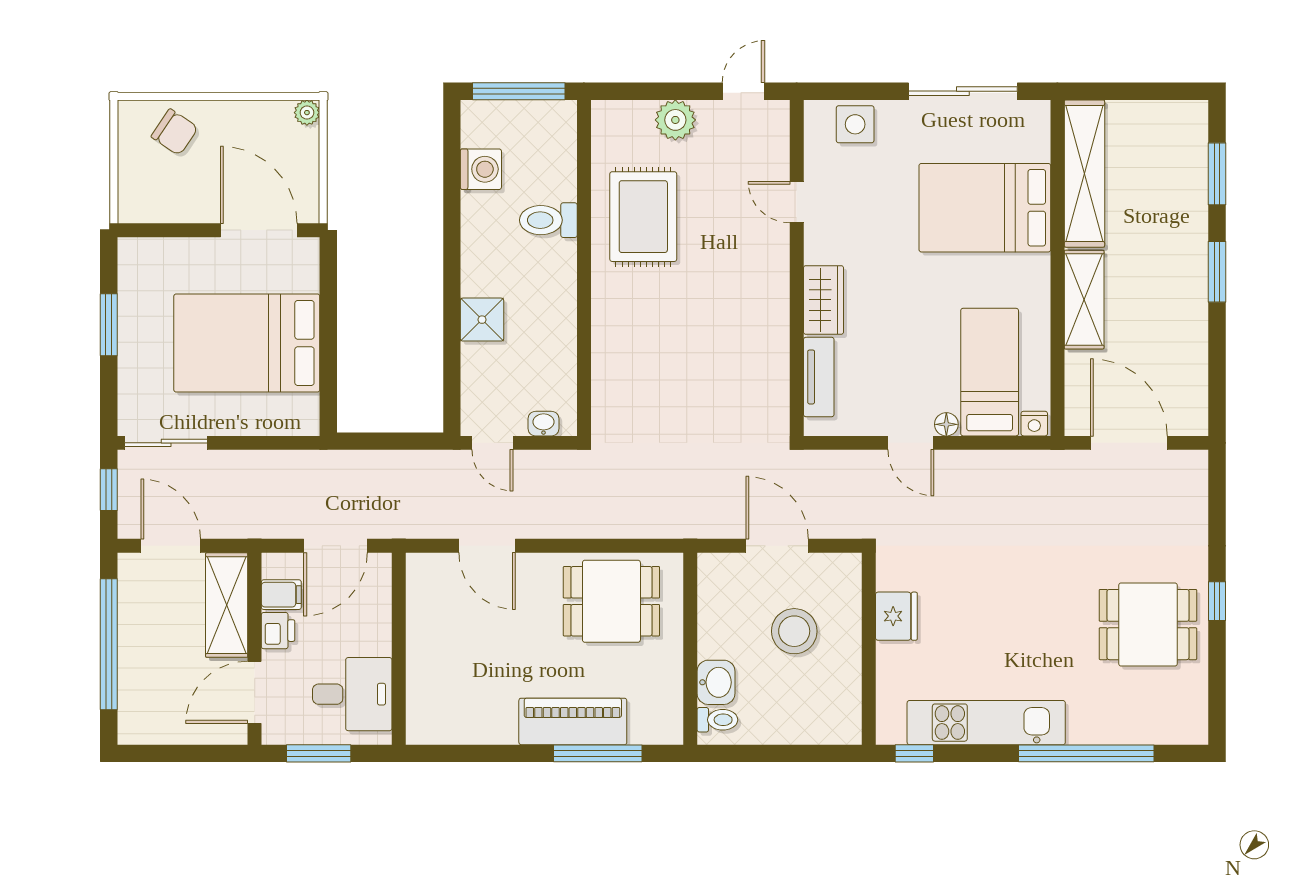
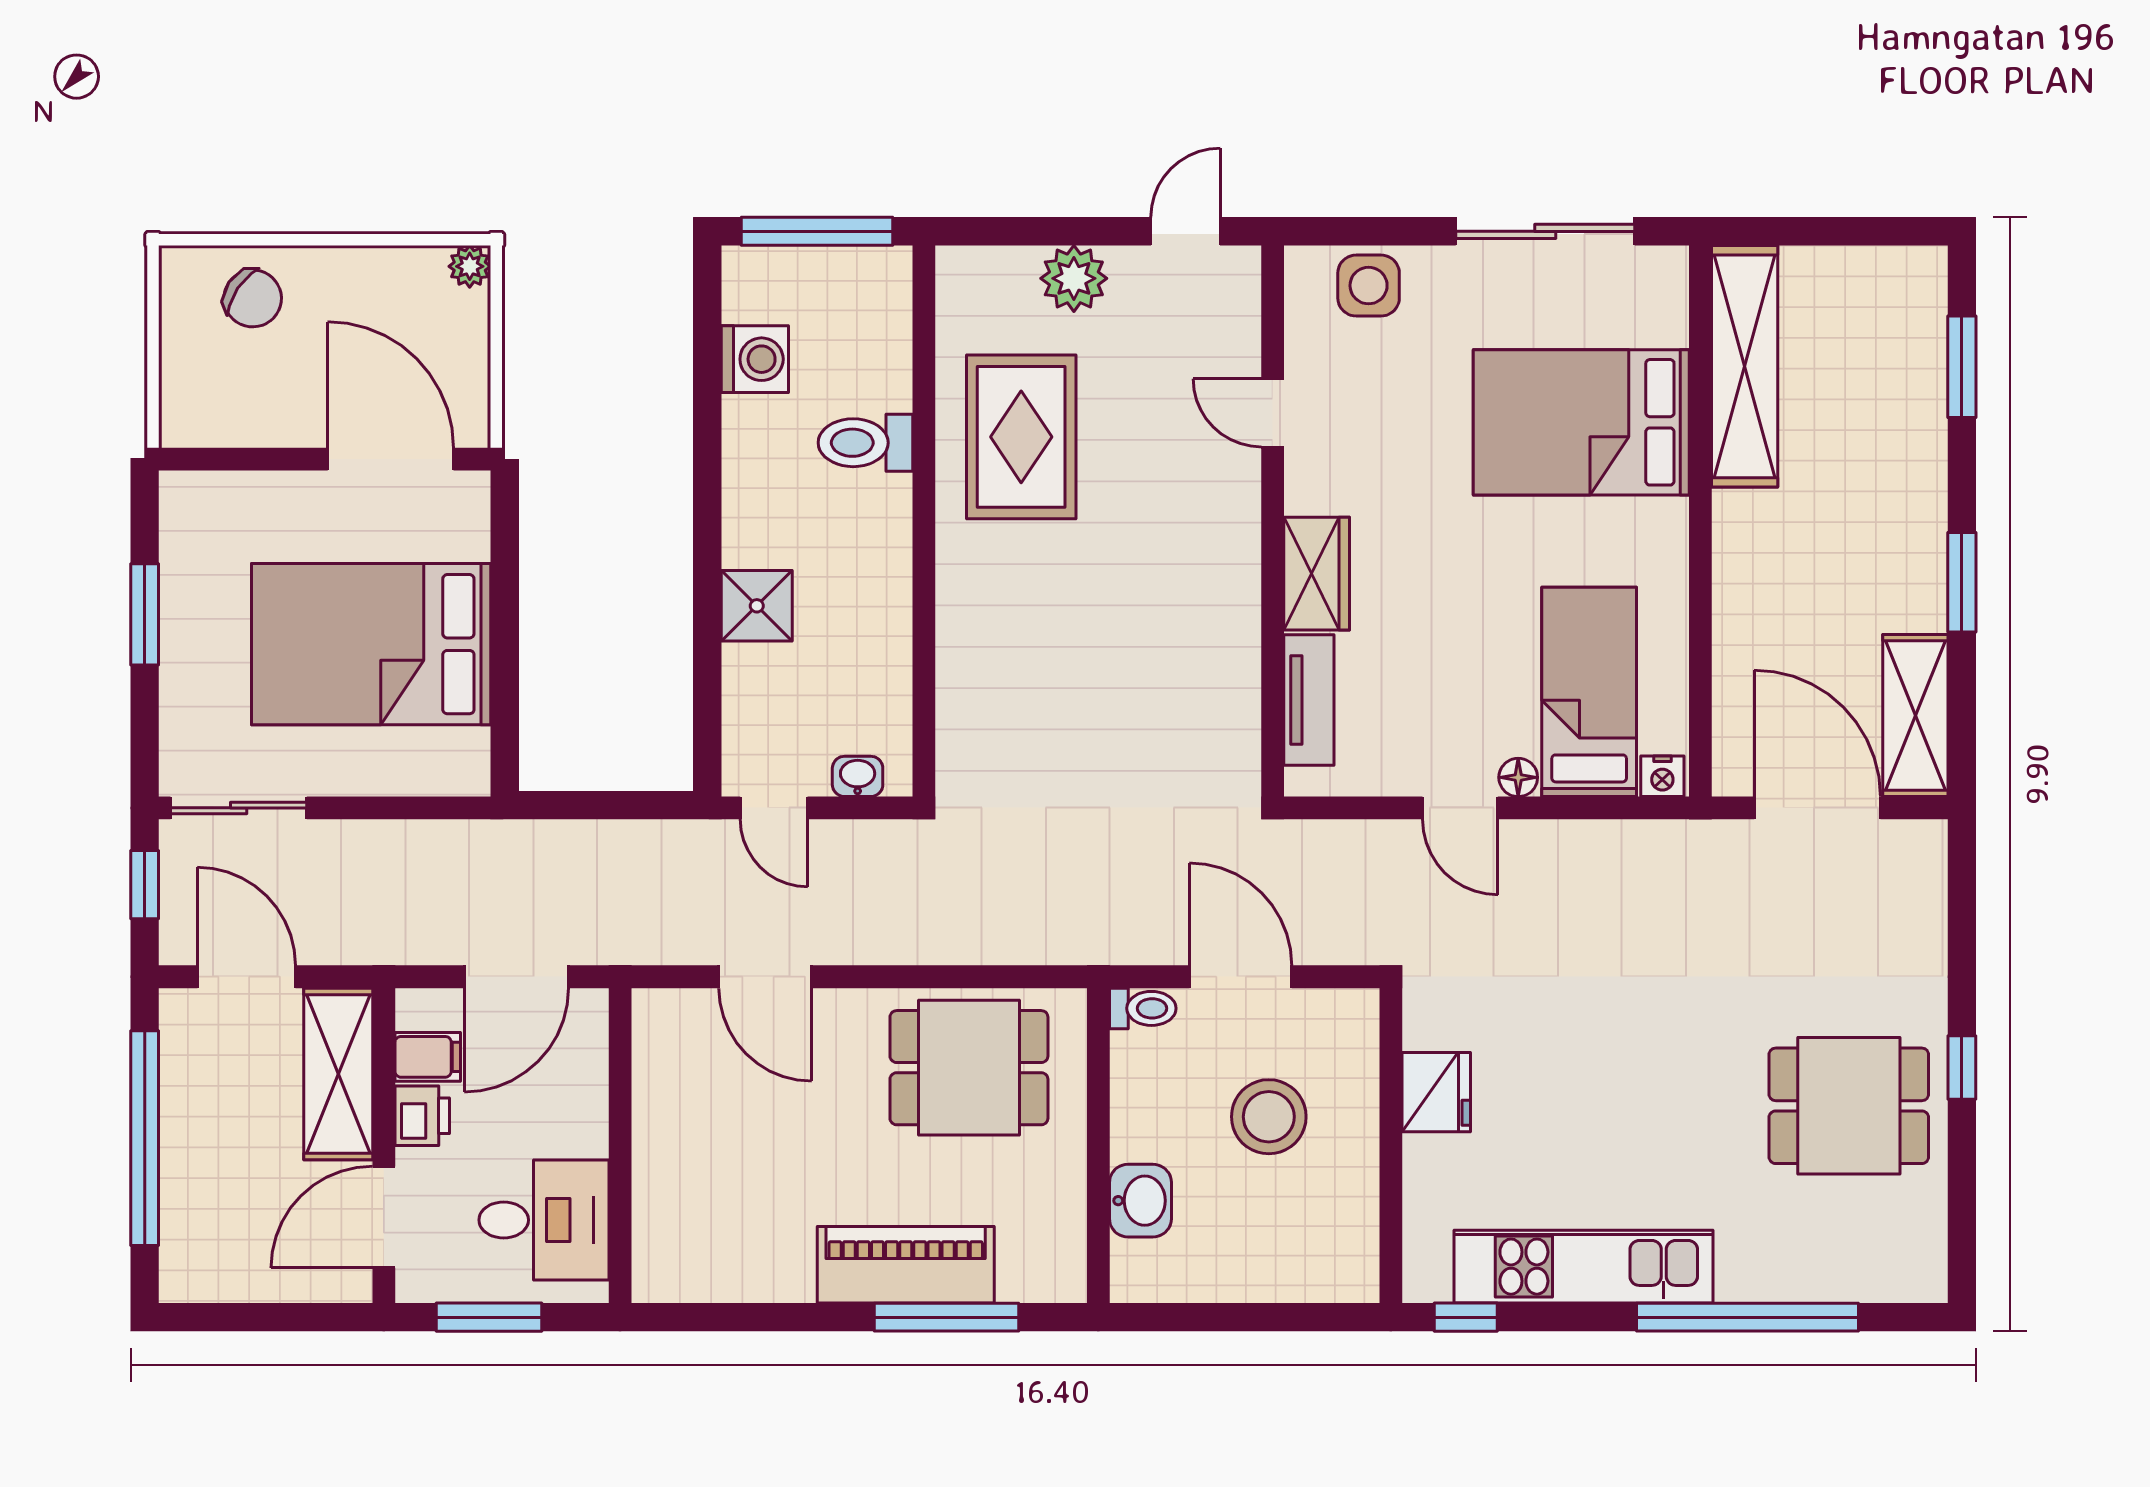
window: (1217, 272) -> (1962, 582), moved
shelving: (1084, 300) -> (1915, 716), moved
toilet: (717, 720) -> (1143, 1008), moved

